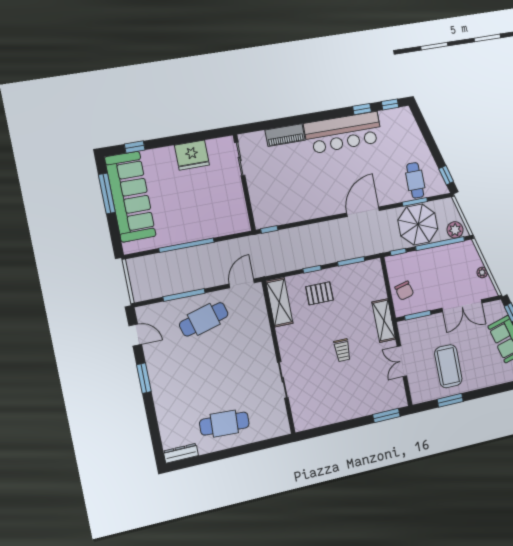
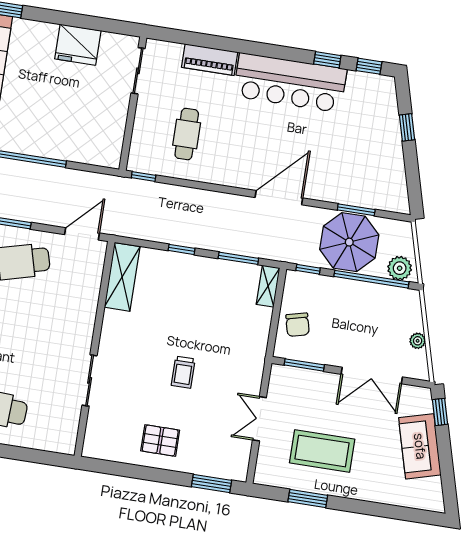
window: (446, 175) -> (407, 127), moved
cafe table: (415, 180) -> (187, 134), moved
pallet: (319, 293) -> (160, 441), moved
shelving: (384, 321) -> (268, 286), moved, width x0.67, depth x0.75
coffee table: (448, 366) -> (322, 451), turned 90

